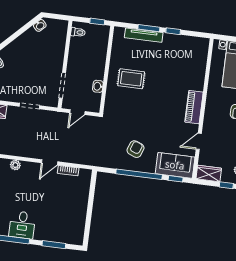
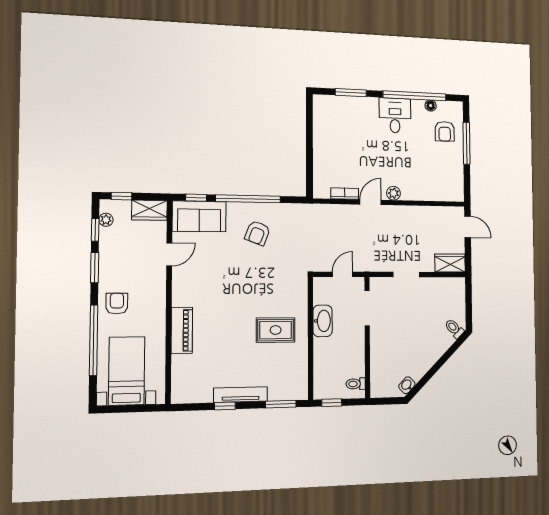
window: (149, 28) -> (281, 404), moved
tv unit: (144, 35) -> (241, 395), moved
washbasin: (98, 86) -> (323, 321), width x1.91, depth x1.45
piano: (194, 107) -> (182, 330), moved
plant: (15, 165) -> (393, 193), moved

